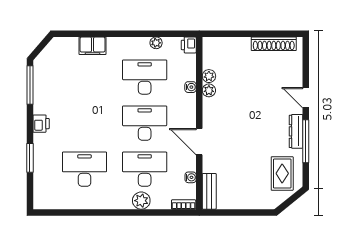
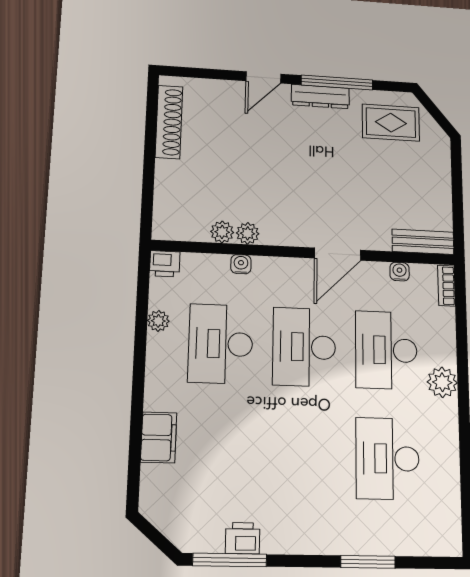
printer: (41, 124) -> (243, 538), moved
plant: (141, 201) -> (442, 382), moved

